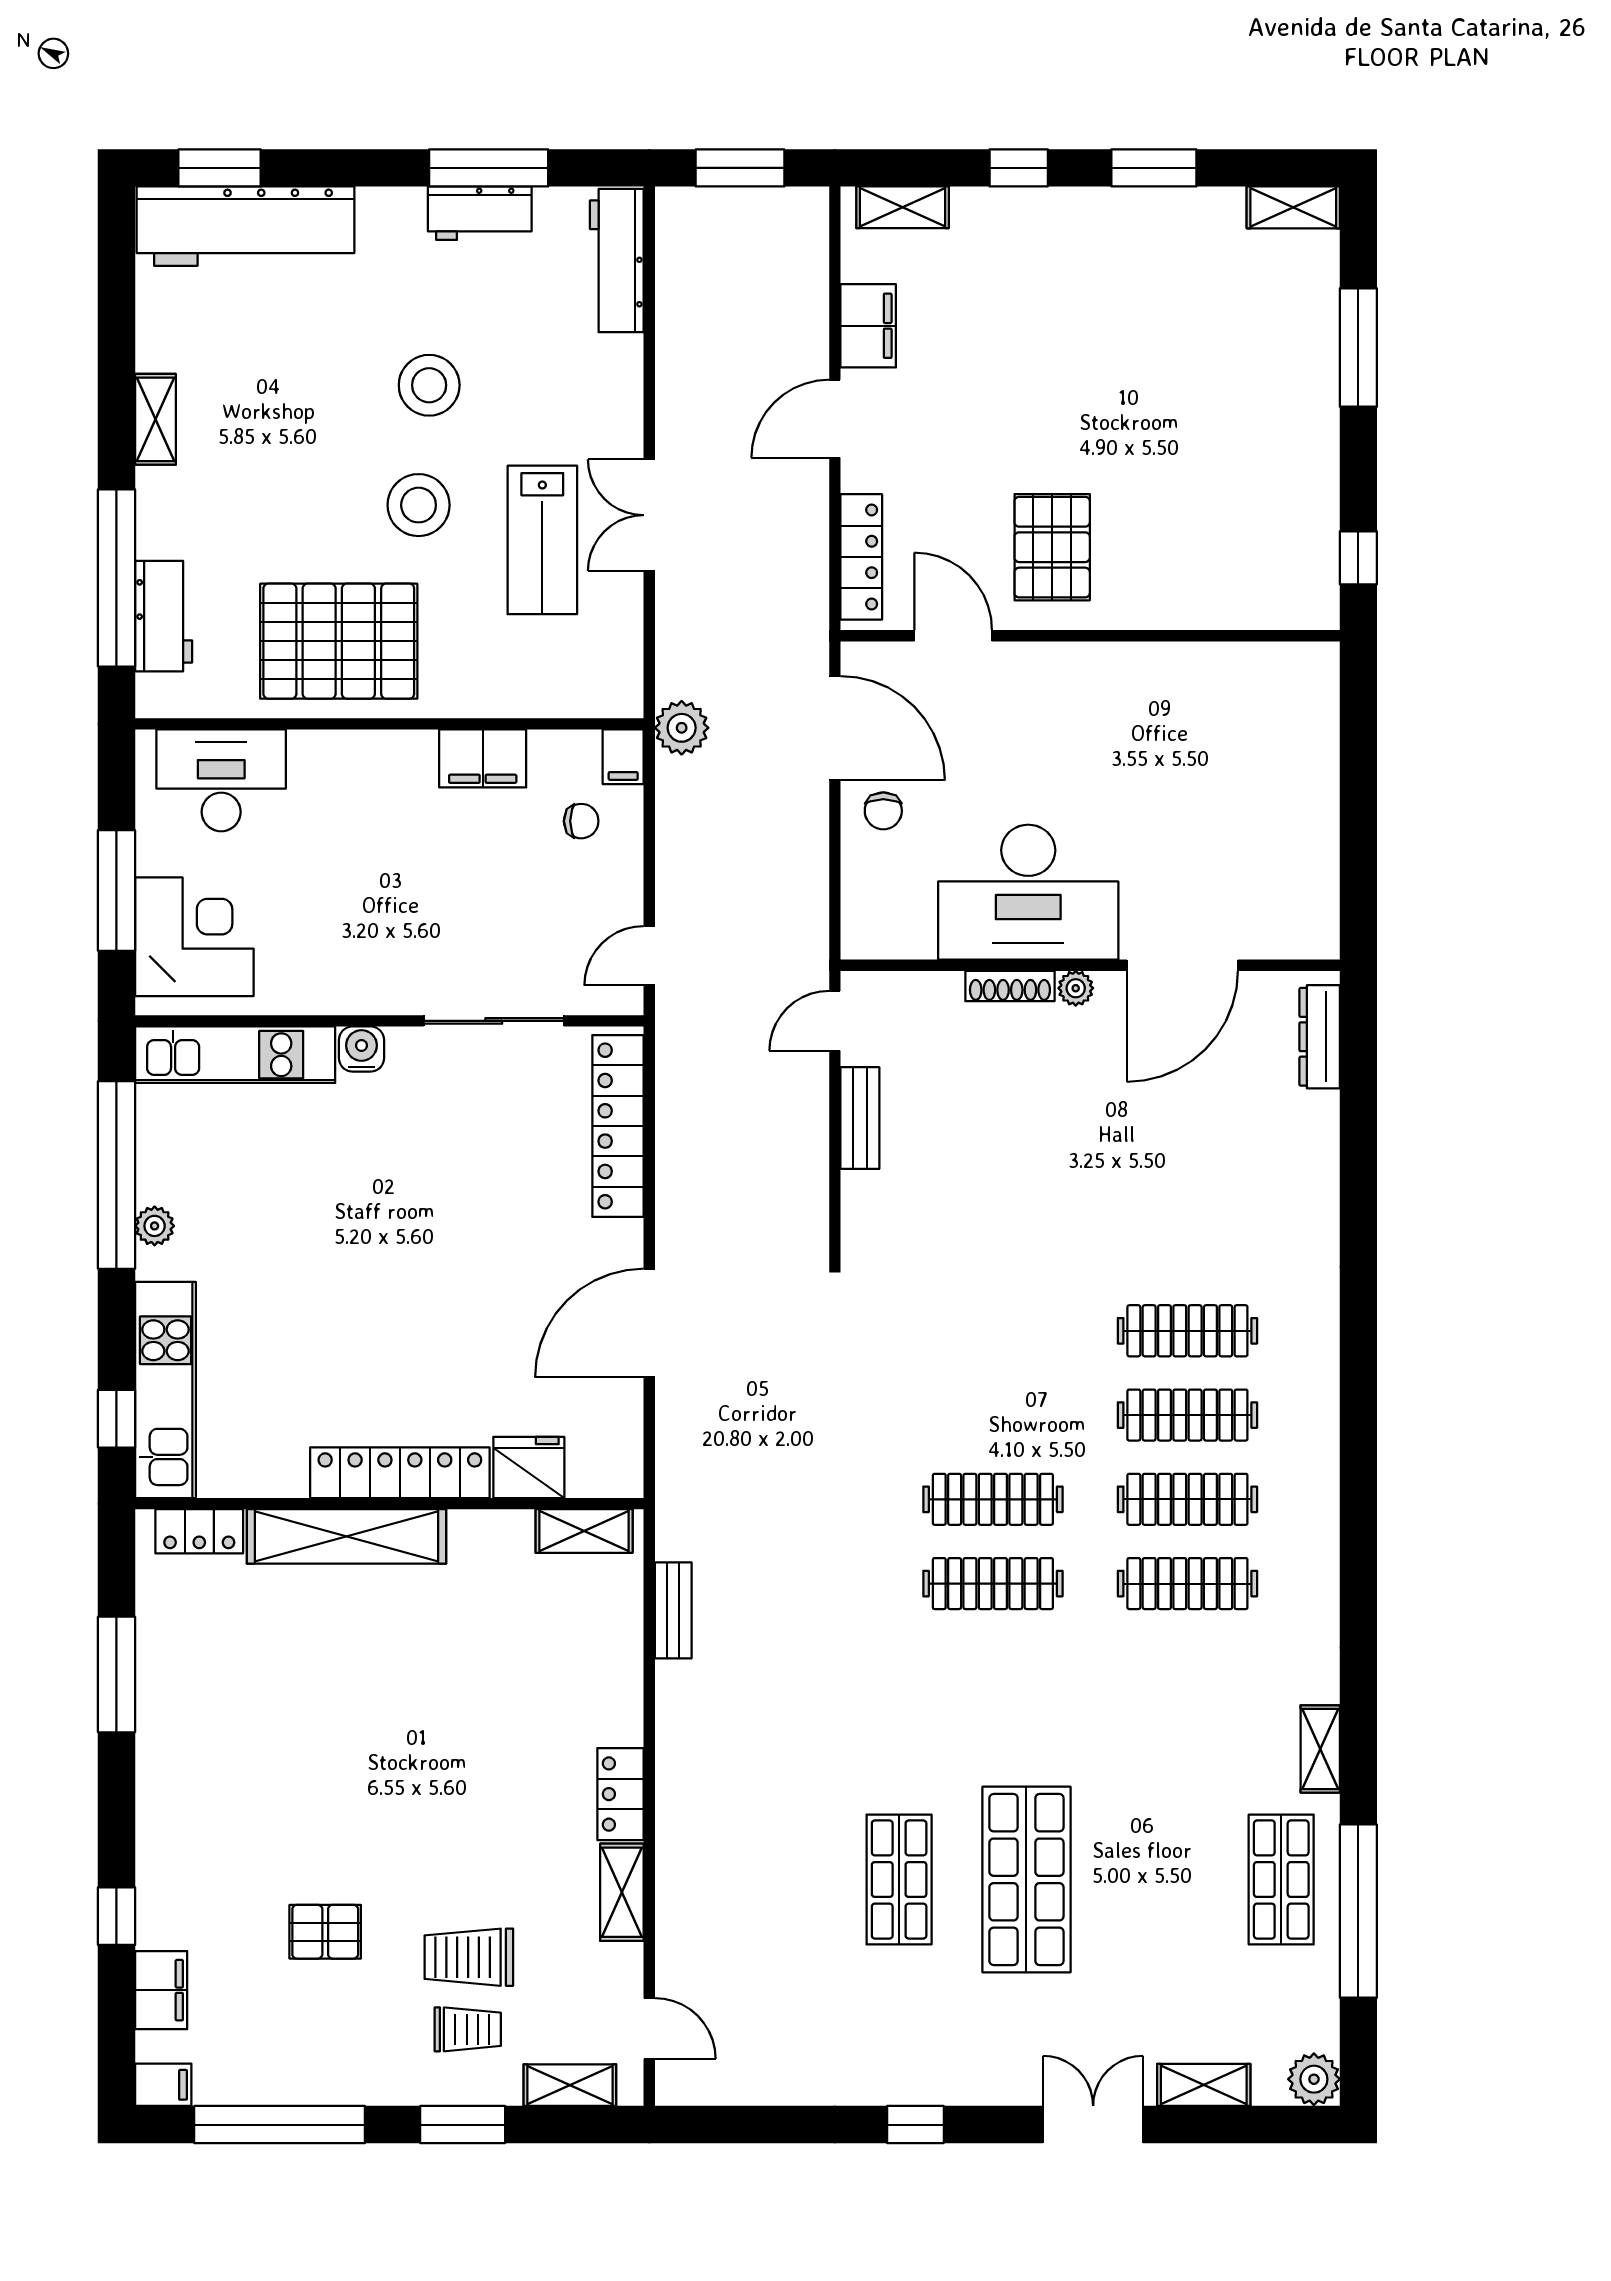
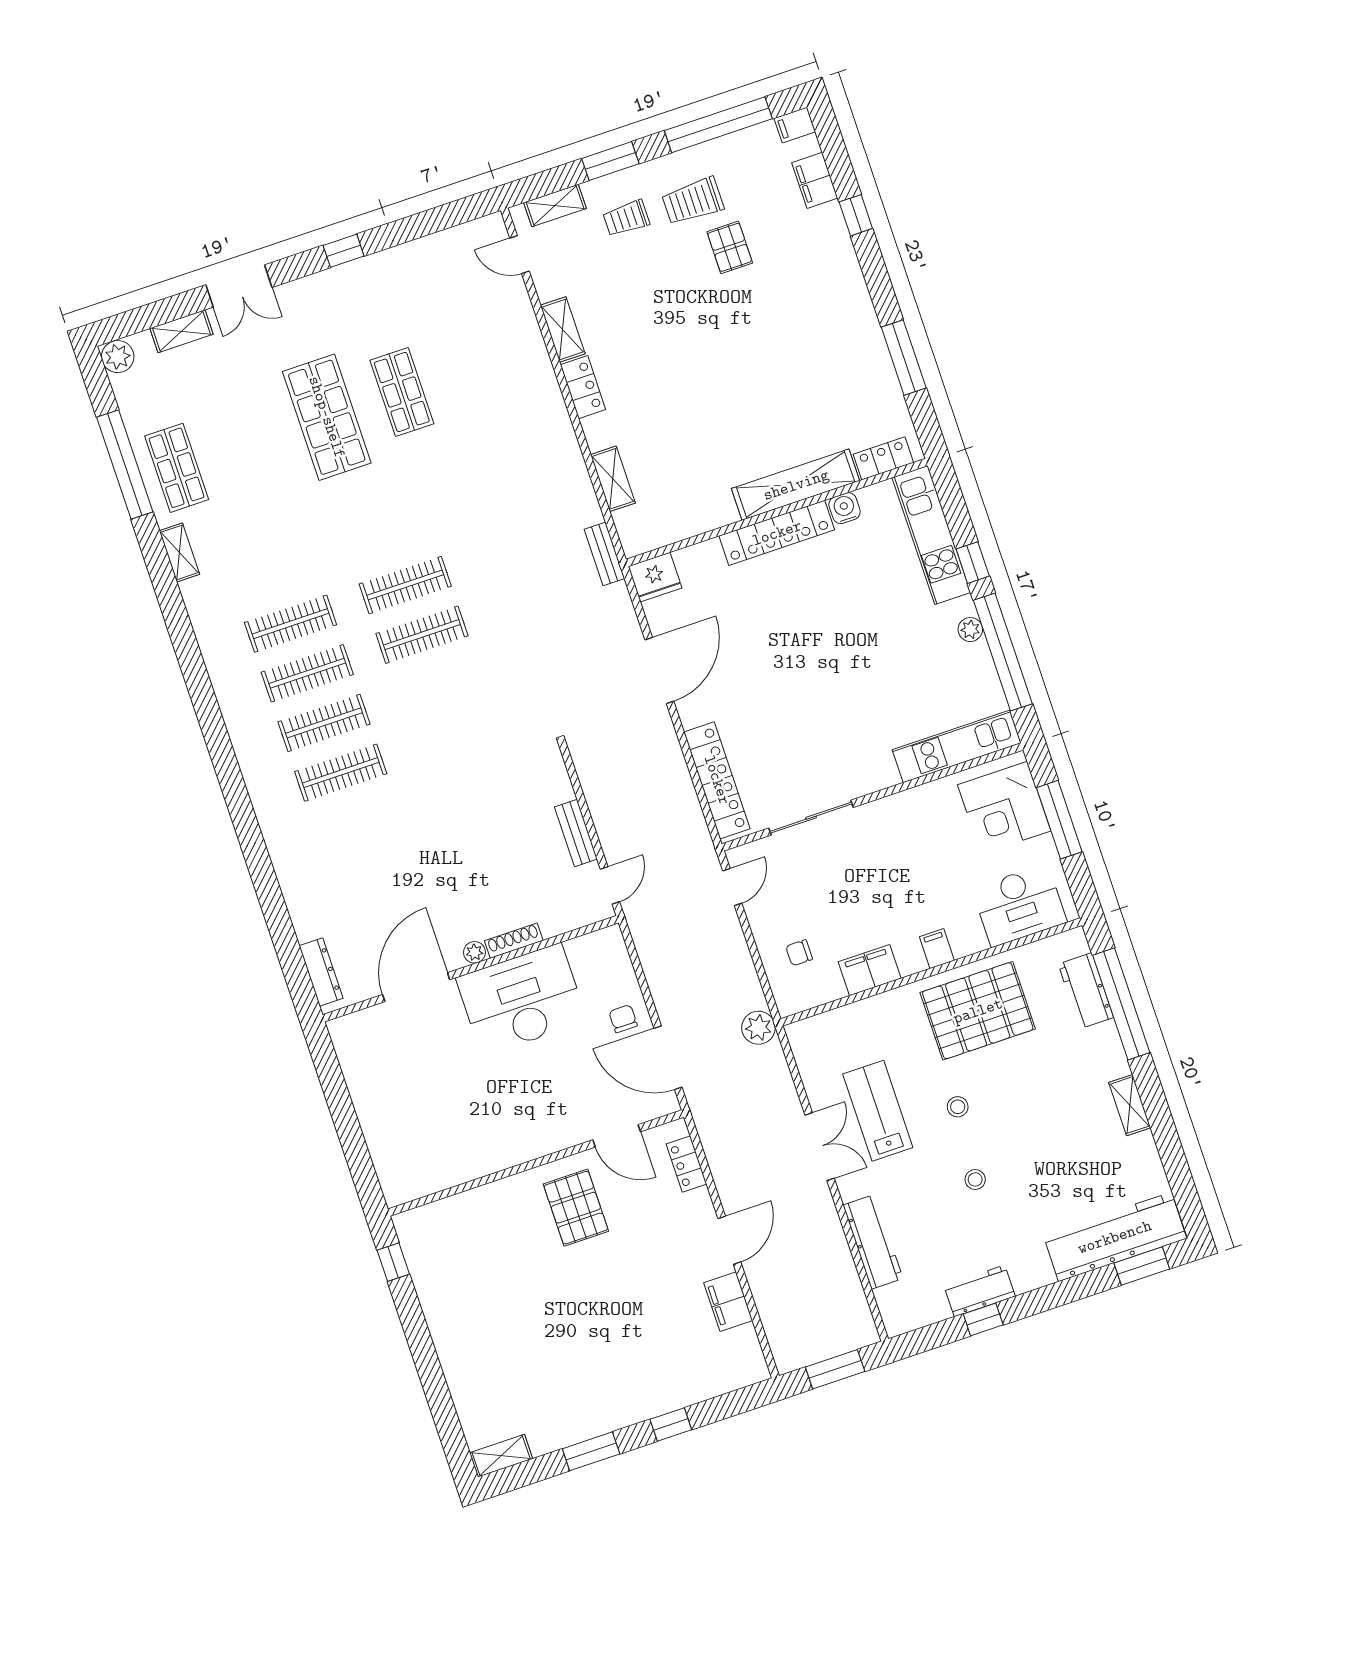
window: (489, 168) -> (983, 1319), width x0.46
shelving: (903, 207) -> (731, 1378), removed
workbench: (617, 261) -> (873, 1242), moved
window: (1358, 348) -> (435, 1386), removed
stool: (429, 385) -> (975, 1179), width x0.53, depth x0.53
stool: (419, 505) -> (958, 1107), width x0.53, depth x0.53
locker: (861, 557) -> (686, 1164), width x0.66
filing cabinet: (623, 757) -> (937, 949), moved
water cooler: (361, 1049) -> (845, 508), moved, turned 180
window: (116, 1419) -> (973, 563), moved
fridge: (529, 1467) -> (655, 577), moved
shelving: (584, 1531) -> (613, 479), moved, turned 90
bench: (673, 1610) -> (605, 554), moved
pallet: (325, 1932) -> (730, 247), turned 90
trolley: (469, 1957) -> (693, 201), moved, turned 180

